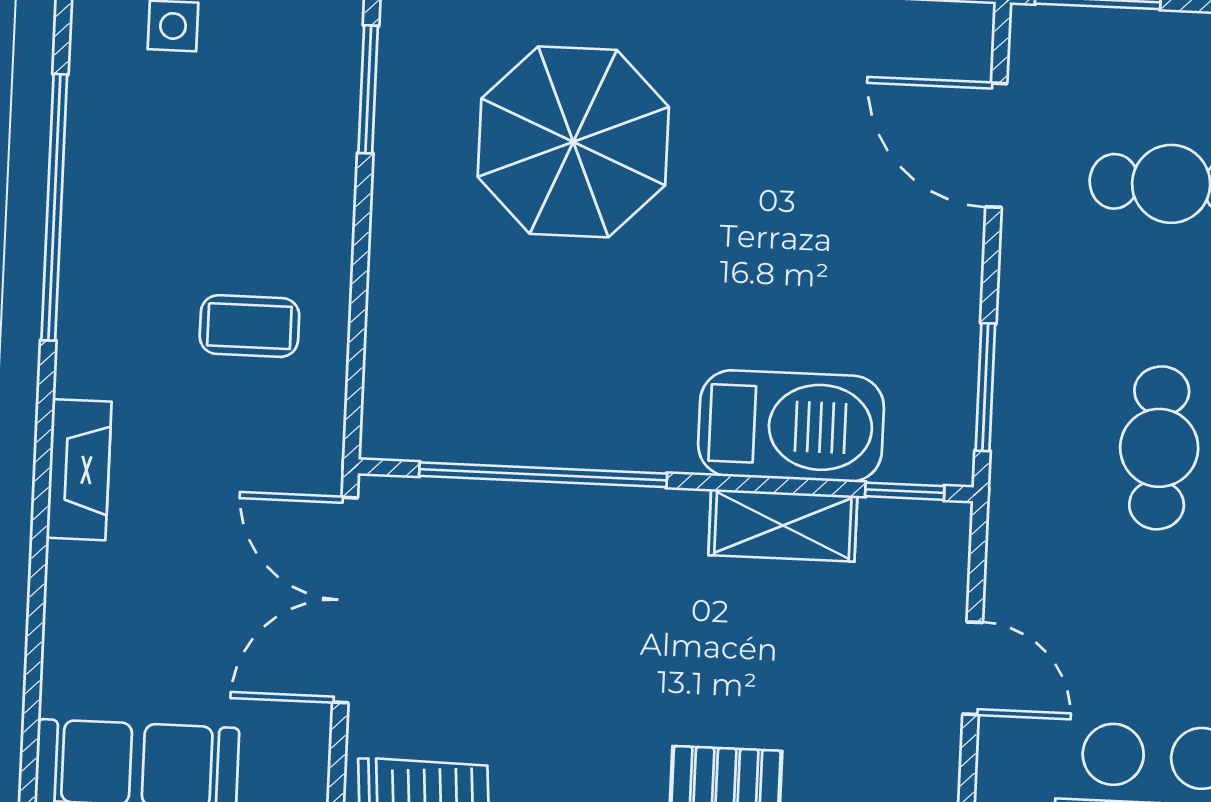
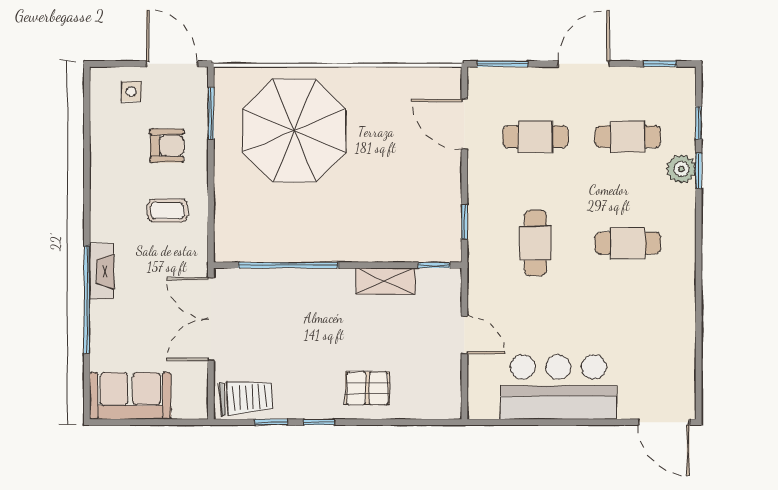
parasol: (573, 142) -> (294, 131), width x1.36, depth x1.36
armchair: (255, 165) -> (167, 146), added
window: (54, 207) -> (87, 299), moved
window: (985, 387) -> (464, 222), width x0.67
barbecue: (791, 426) -> (387, 241), removed

